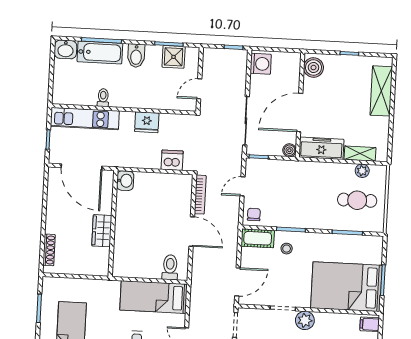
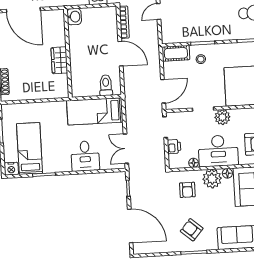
washbasin: (125, 181) -> (74, 17), moved
chair: (254, 215) -> (171, 34), removed
wall: (113, 223) -> (68, 53), moved
wardrobe: (102, 231) -> (59, 60), moved

